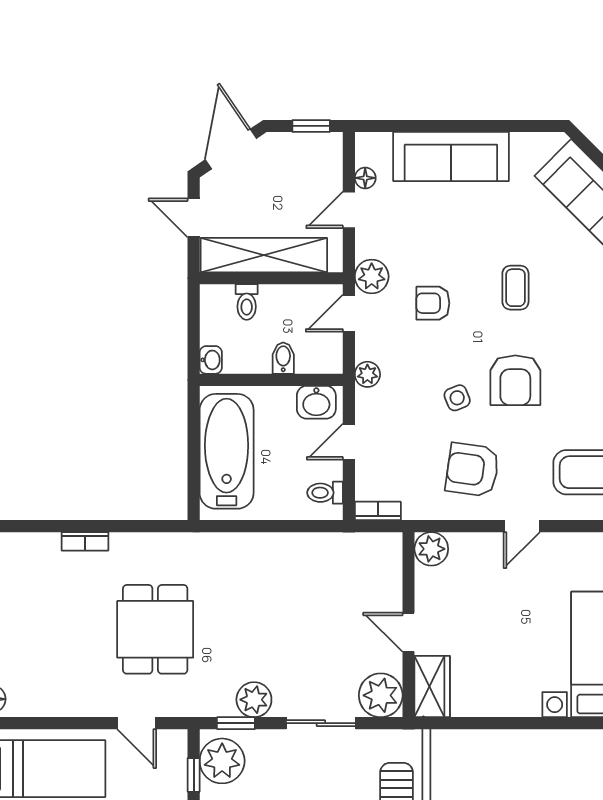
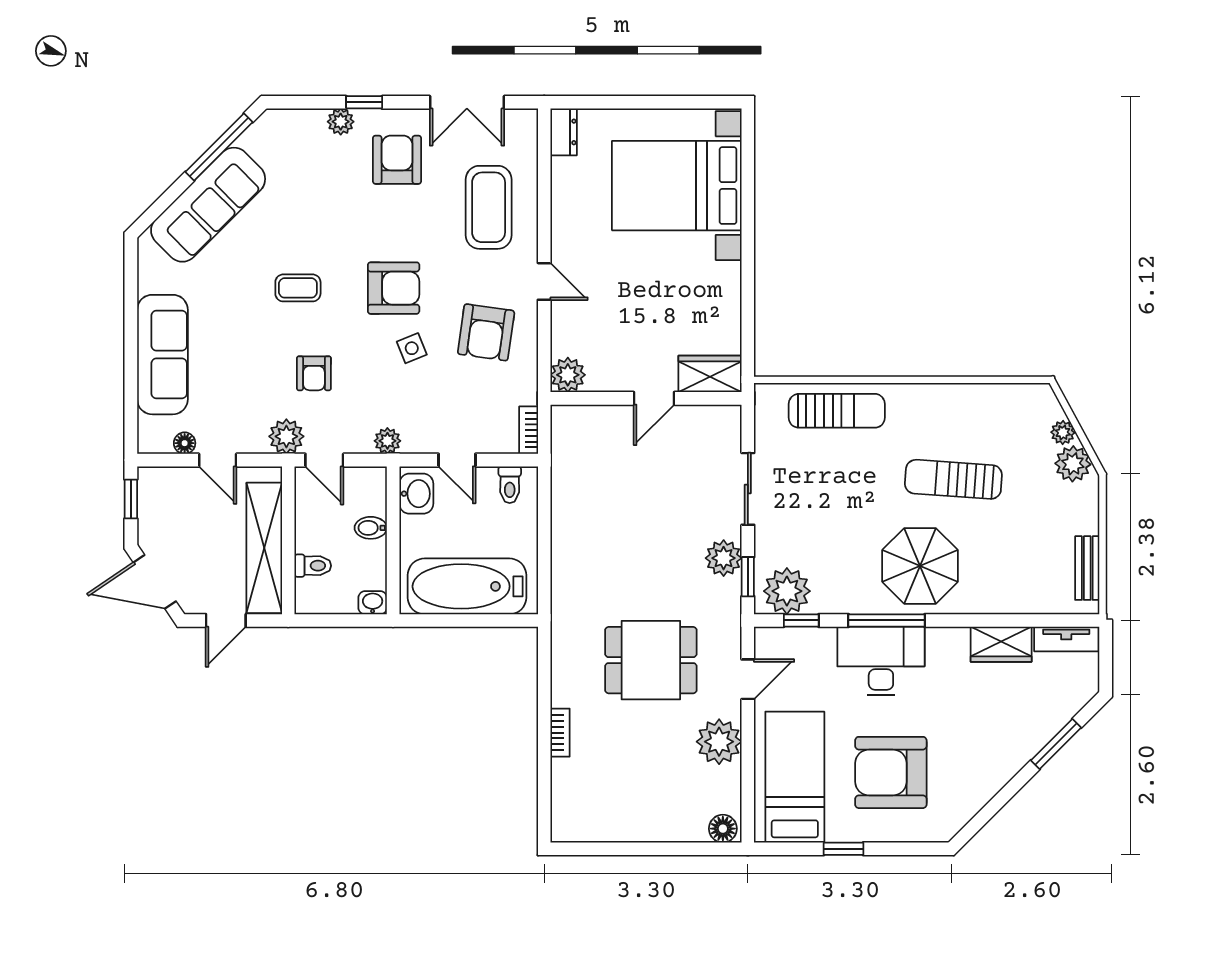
plant: (381, 695) -> (719, 742), moved

